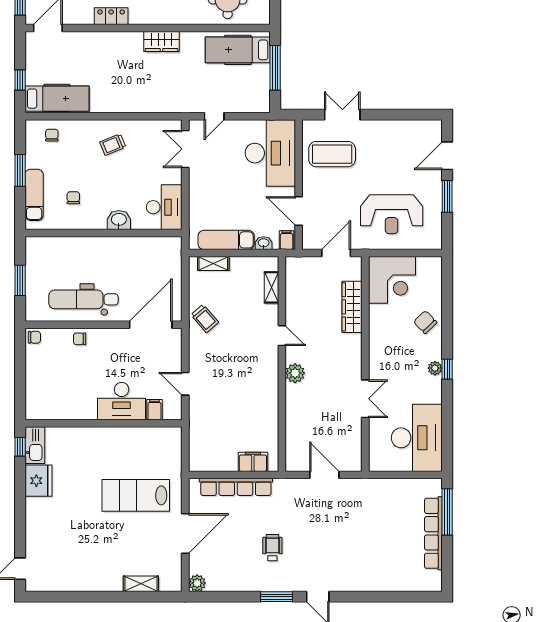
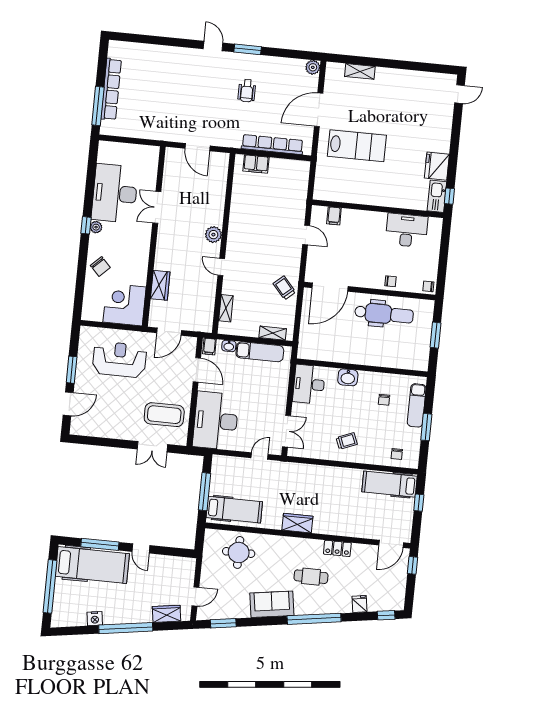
wardrobe: (352, 307) -> (160, 285), width x0.67
desk: (122, 401) -> (407, 230), moved
desk: (417, 438) -> (115, 193), moved

